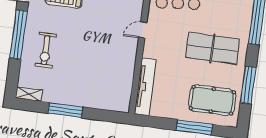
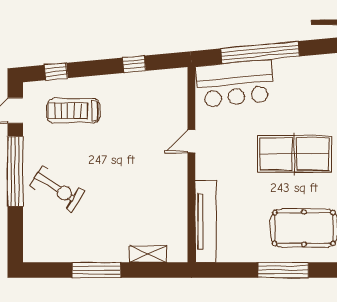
exercise bike: (46, 50) -> (57, 188), turned -58
shelving: (29, 94) -> (148, 254), moved

